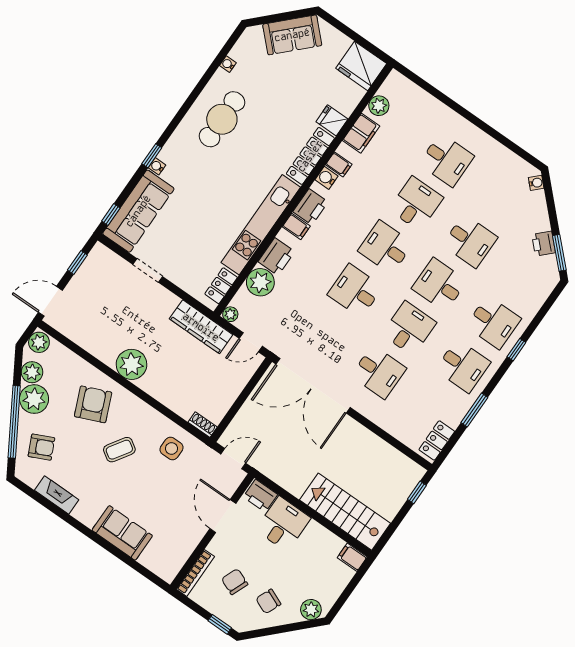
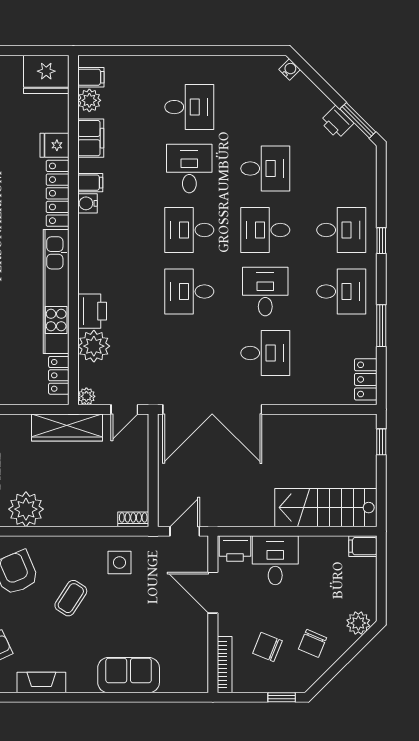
printer: (311, 207) -> (91, 241), removed
filing cabinet: (296, 226) -> (91, 77), moved

